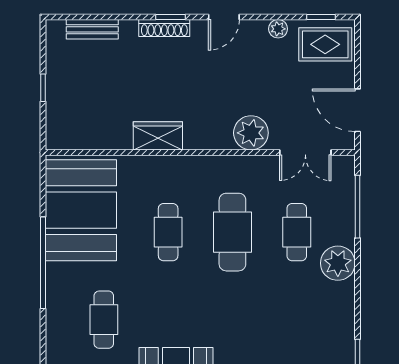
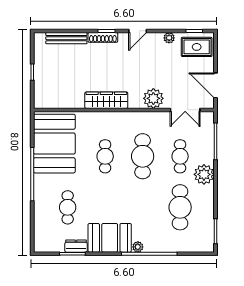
bench: (92, 29) -> (66, 38), width x1.36
wardrobe: (158, 136) -> (106, 100), width x1.50
cafe table: (297, 320) -> (180, 207), added

